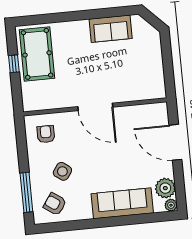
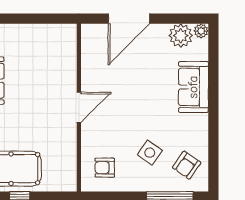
door: (95, 107) -> (79, 107), width x0.73
sofa: (122, 203) -> (193, 87), width x0.73

